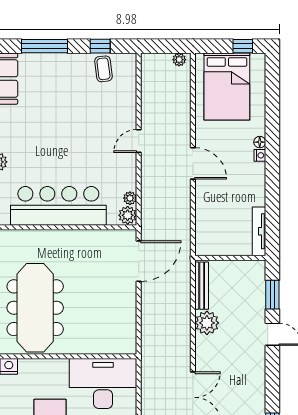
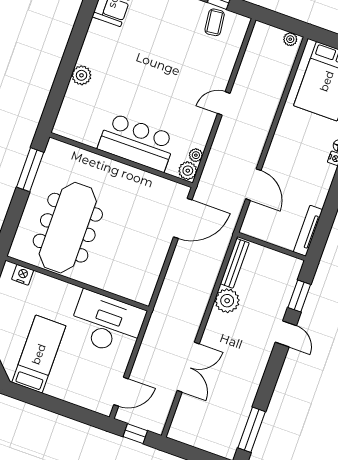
door: (193, 163) -> (253, 185), moved
bar counter: (58, 206) -> (137, 142), width x0.73

